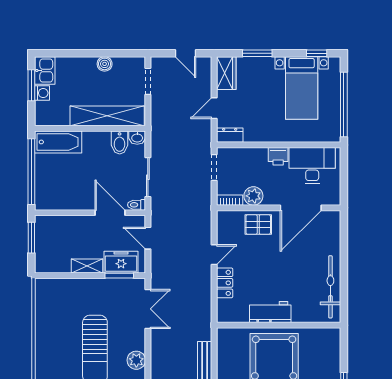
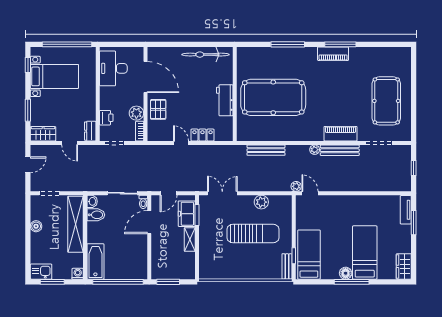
washing machine: (42, 93) -> (78, 274), moved
printer: (278, 156) -> (106, 118), moved

